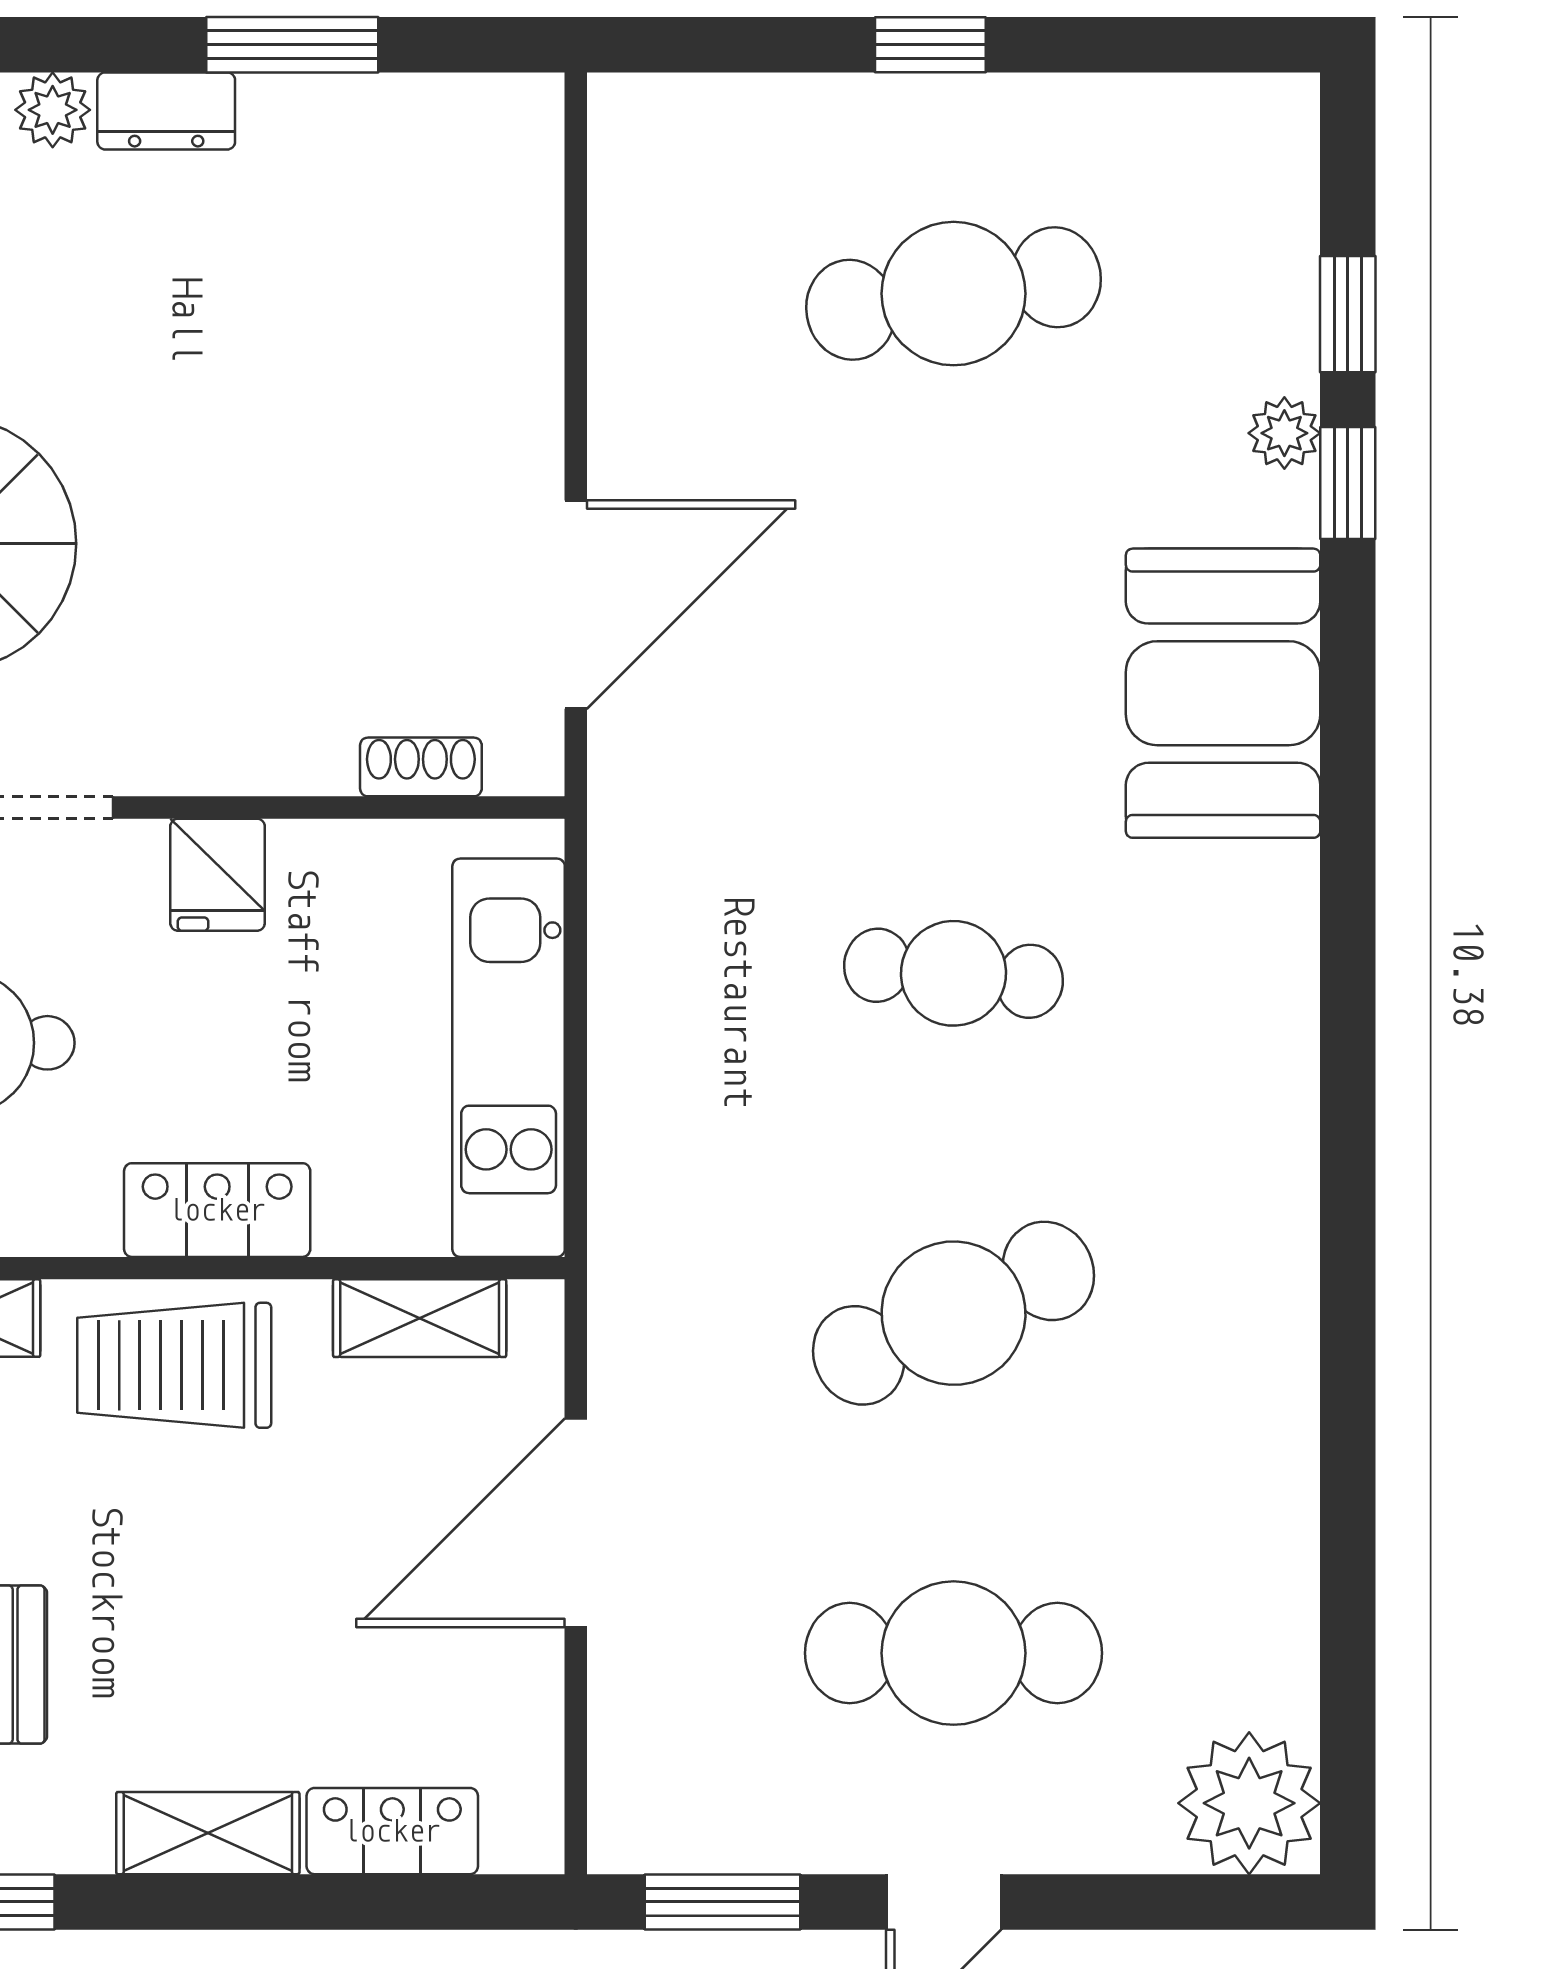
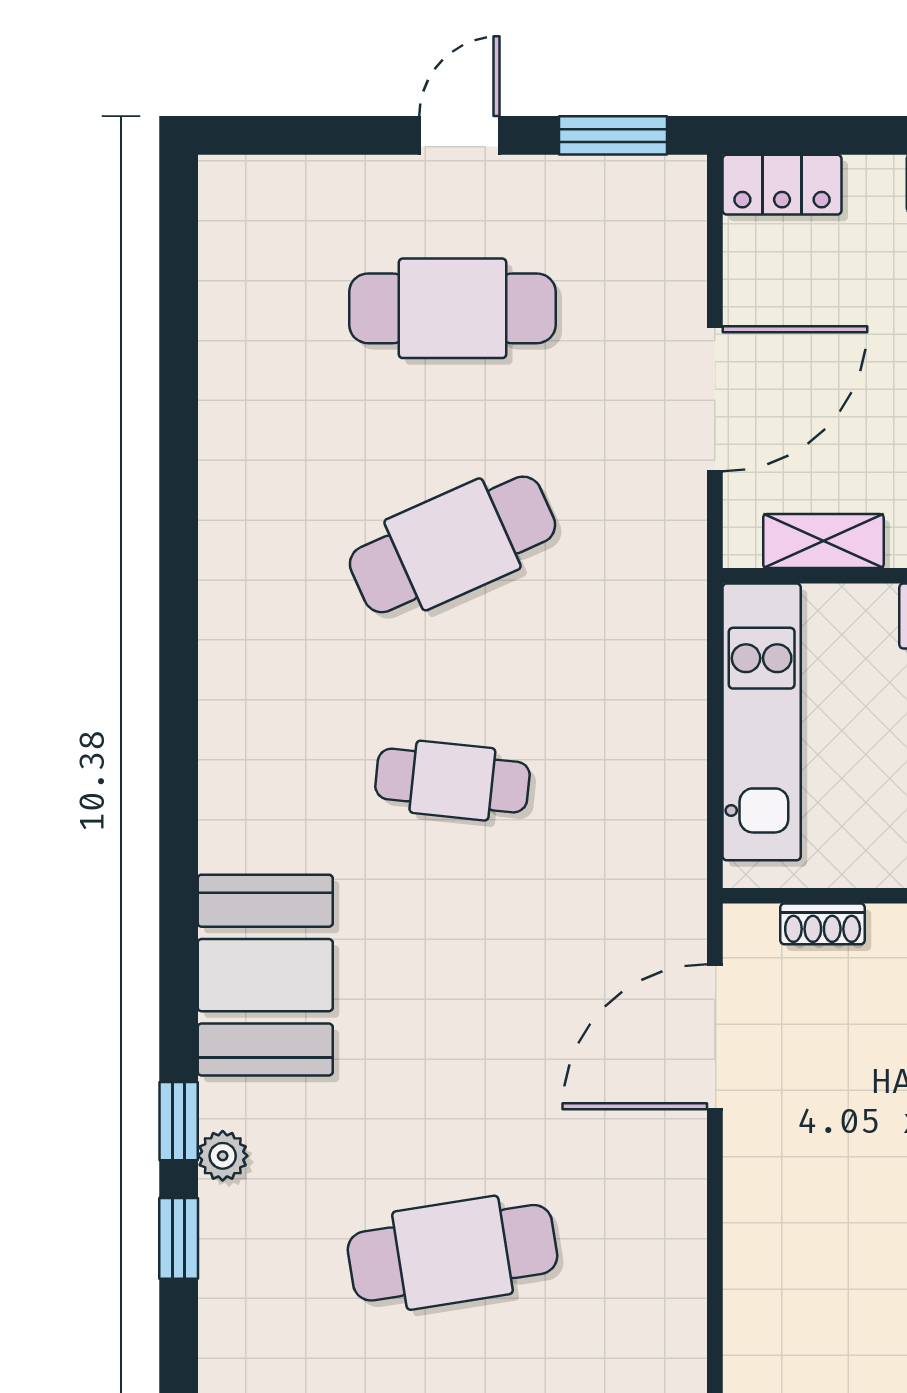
plant: (1249, 1803) -> (247, 204), removed
locker: (392, 1831) -> (782, 185), moved

